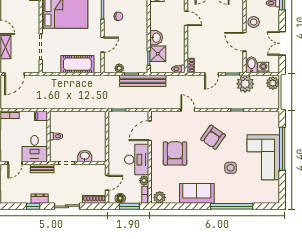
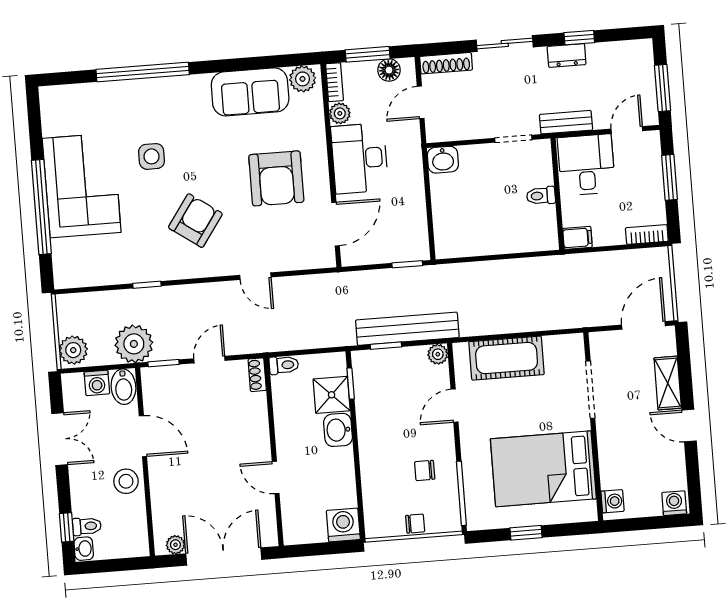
plant: (119, 68) -> (438, 354), moved
bench: (143, 81) -> (407, 329), moved
washbasin: (85, 156) -> (443, 160), moved
sofa: (197, 193) -> (250, 92), moved

